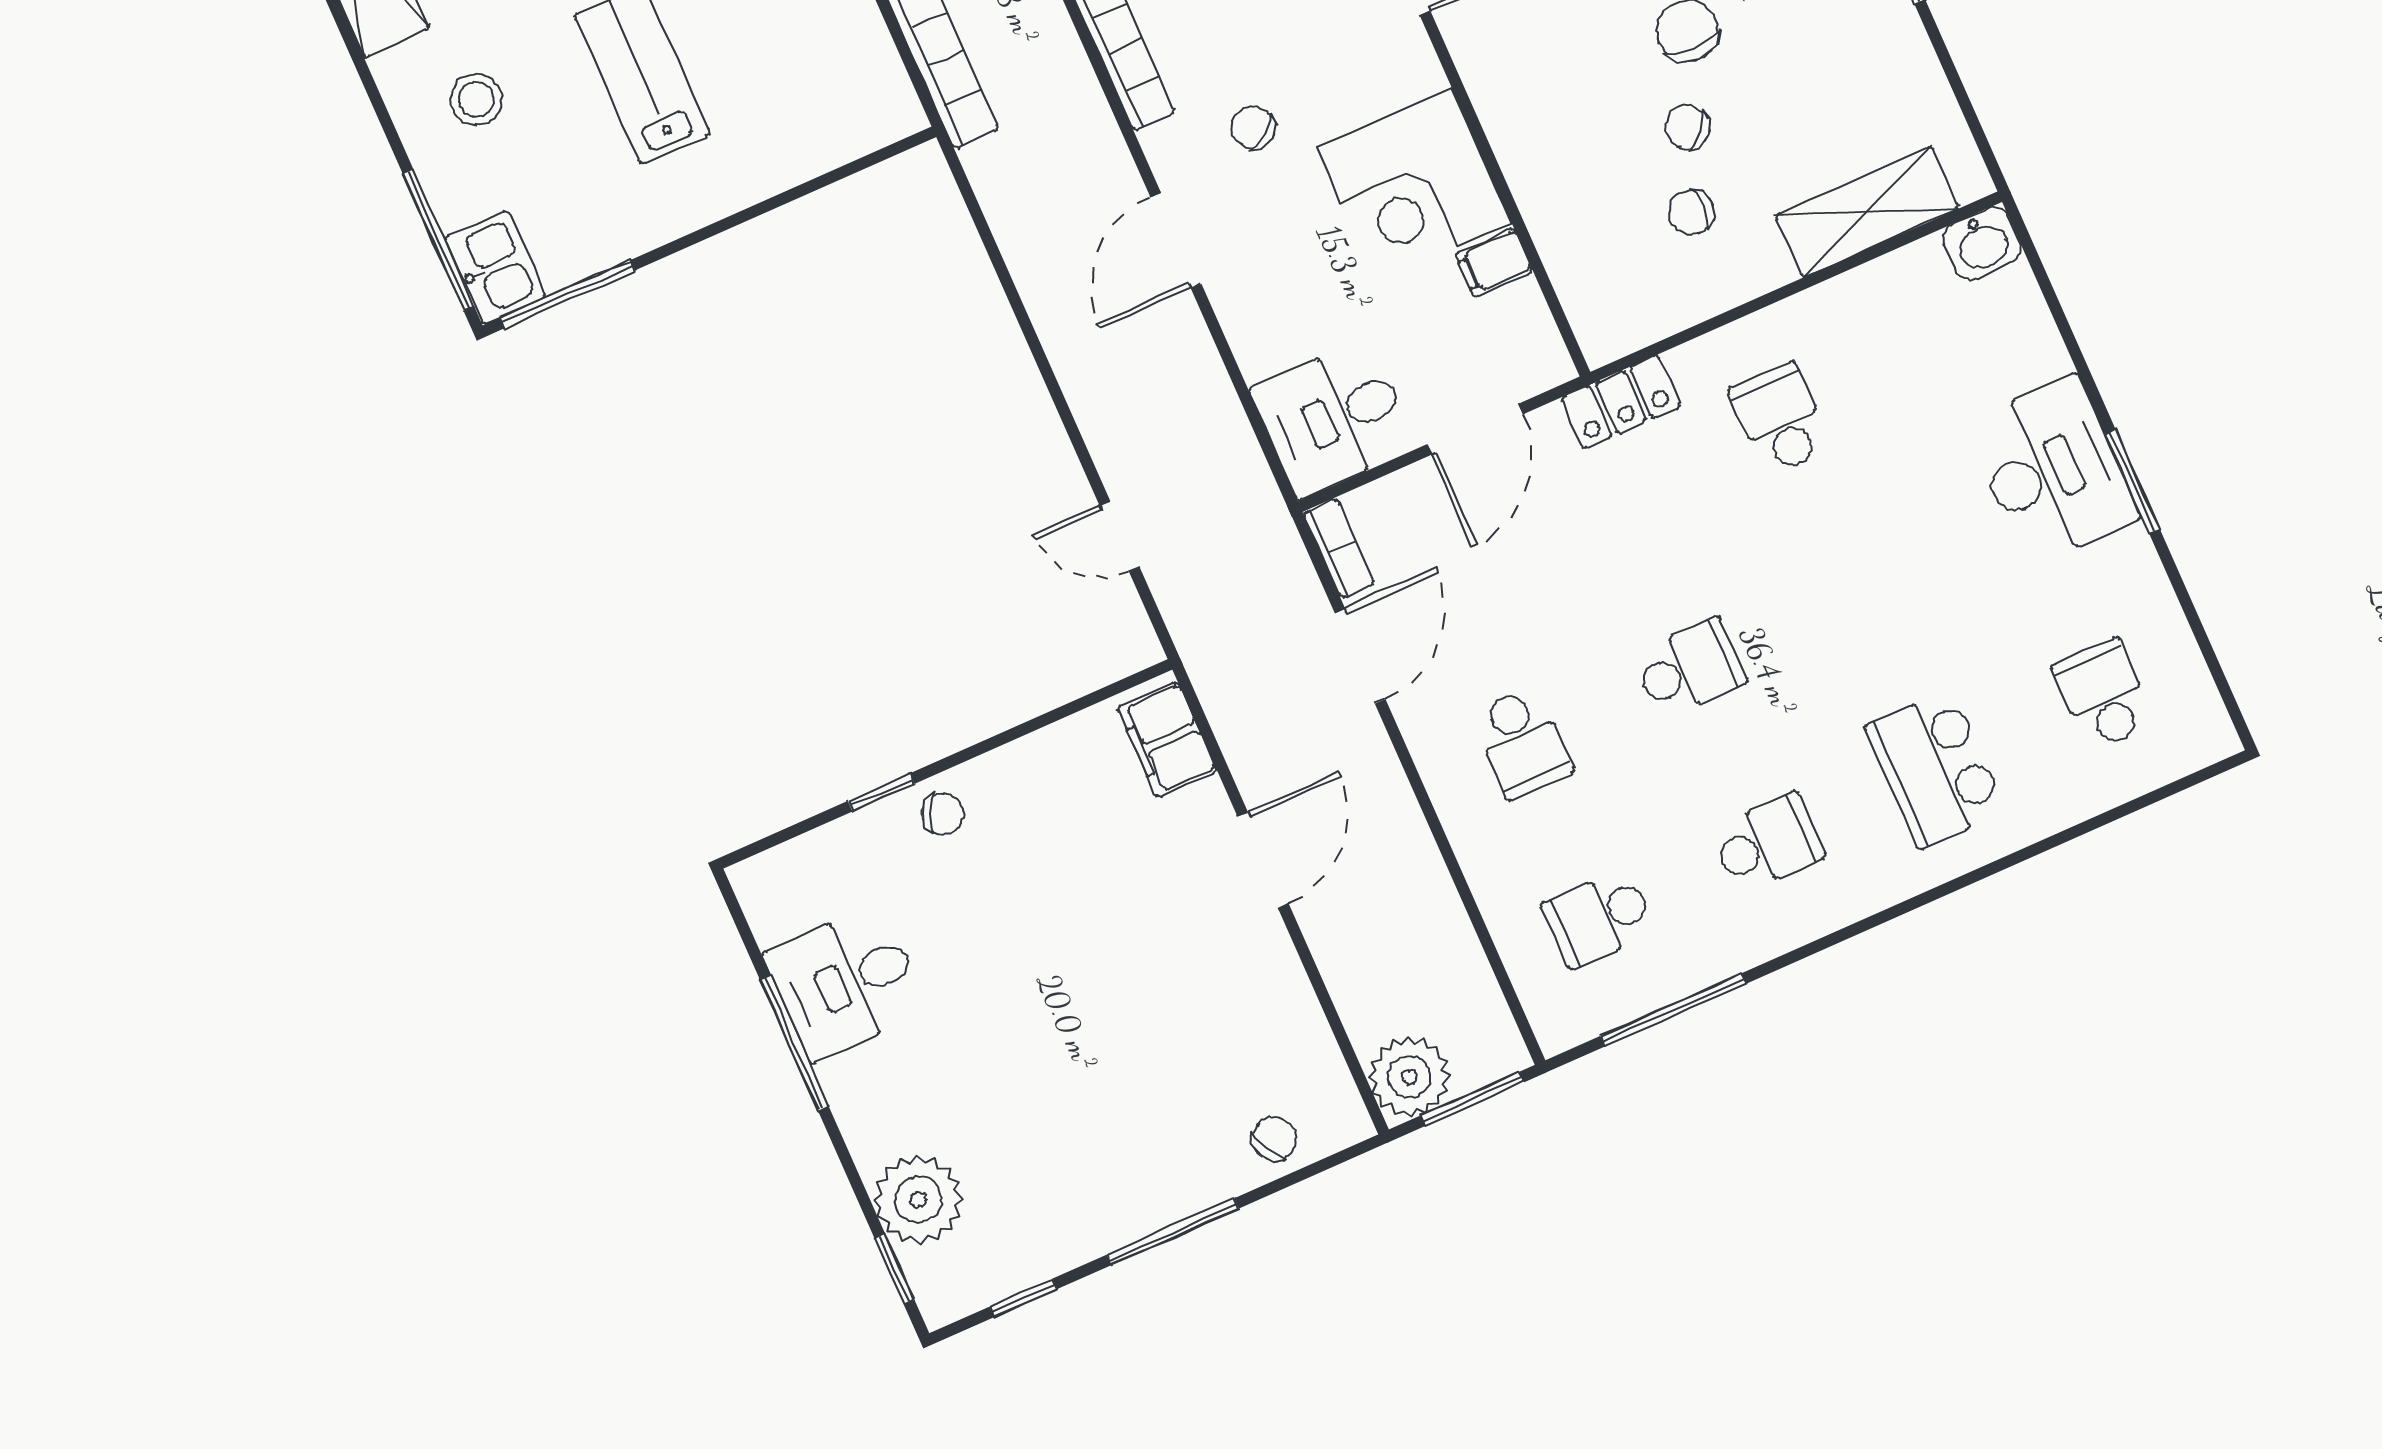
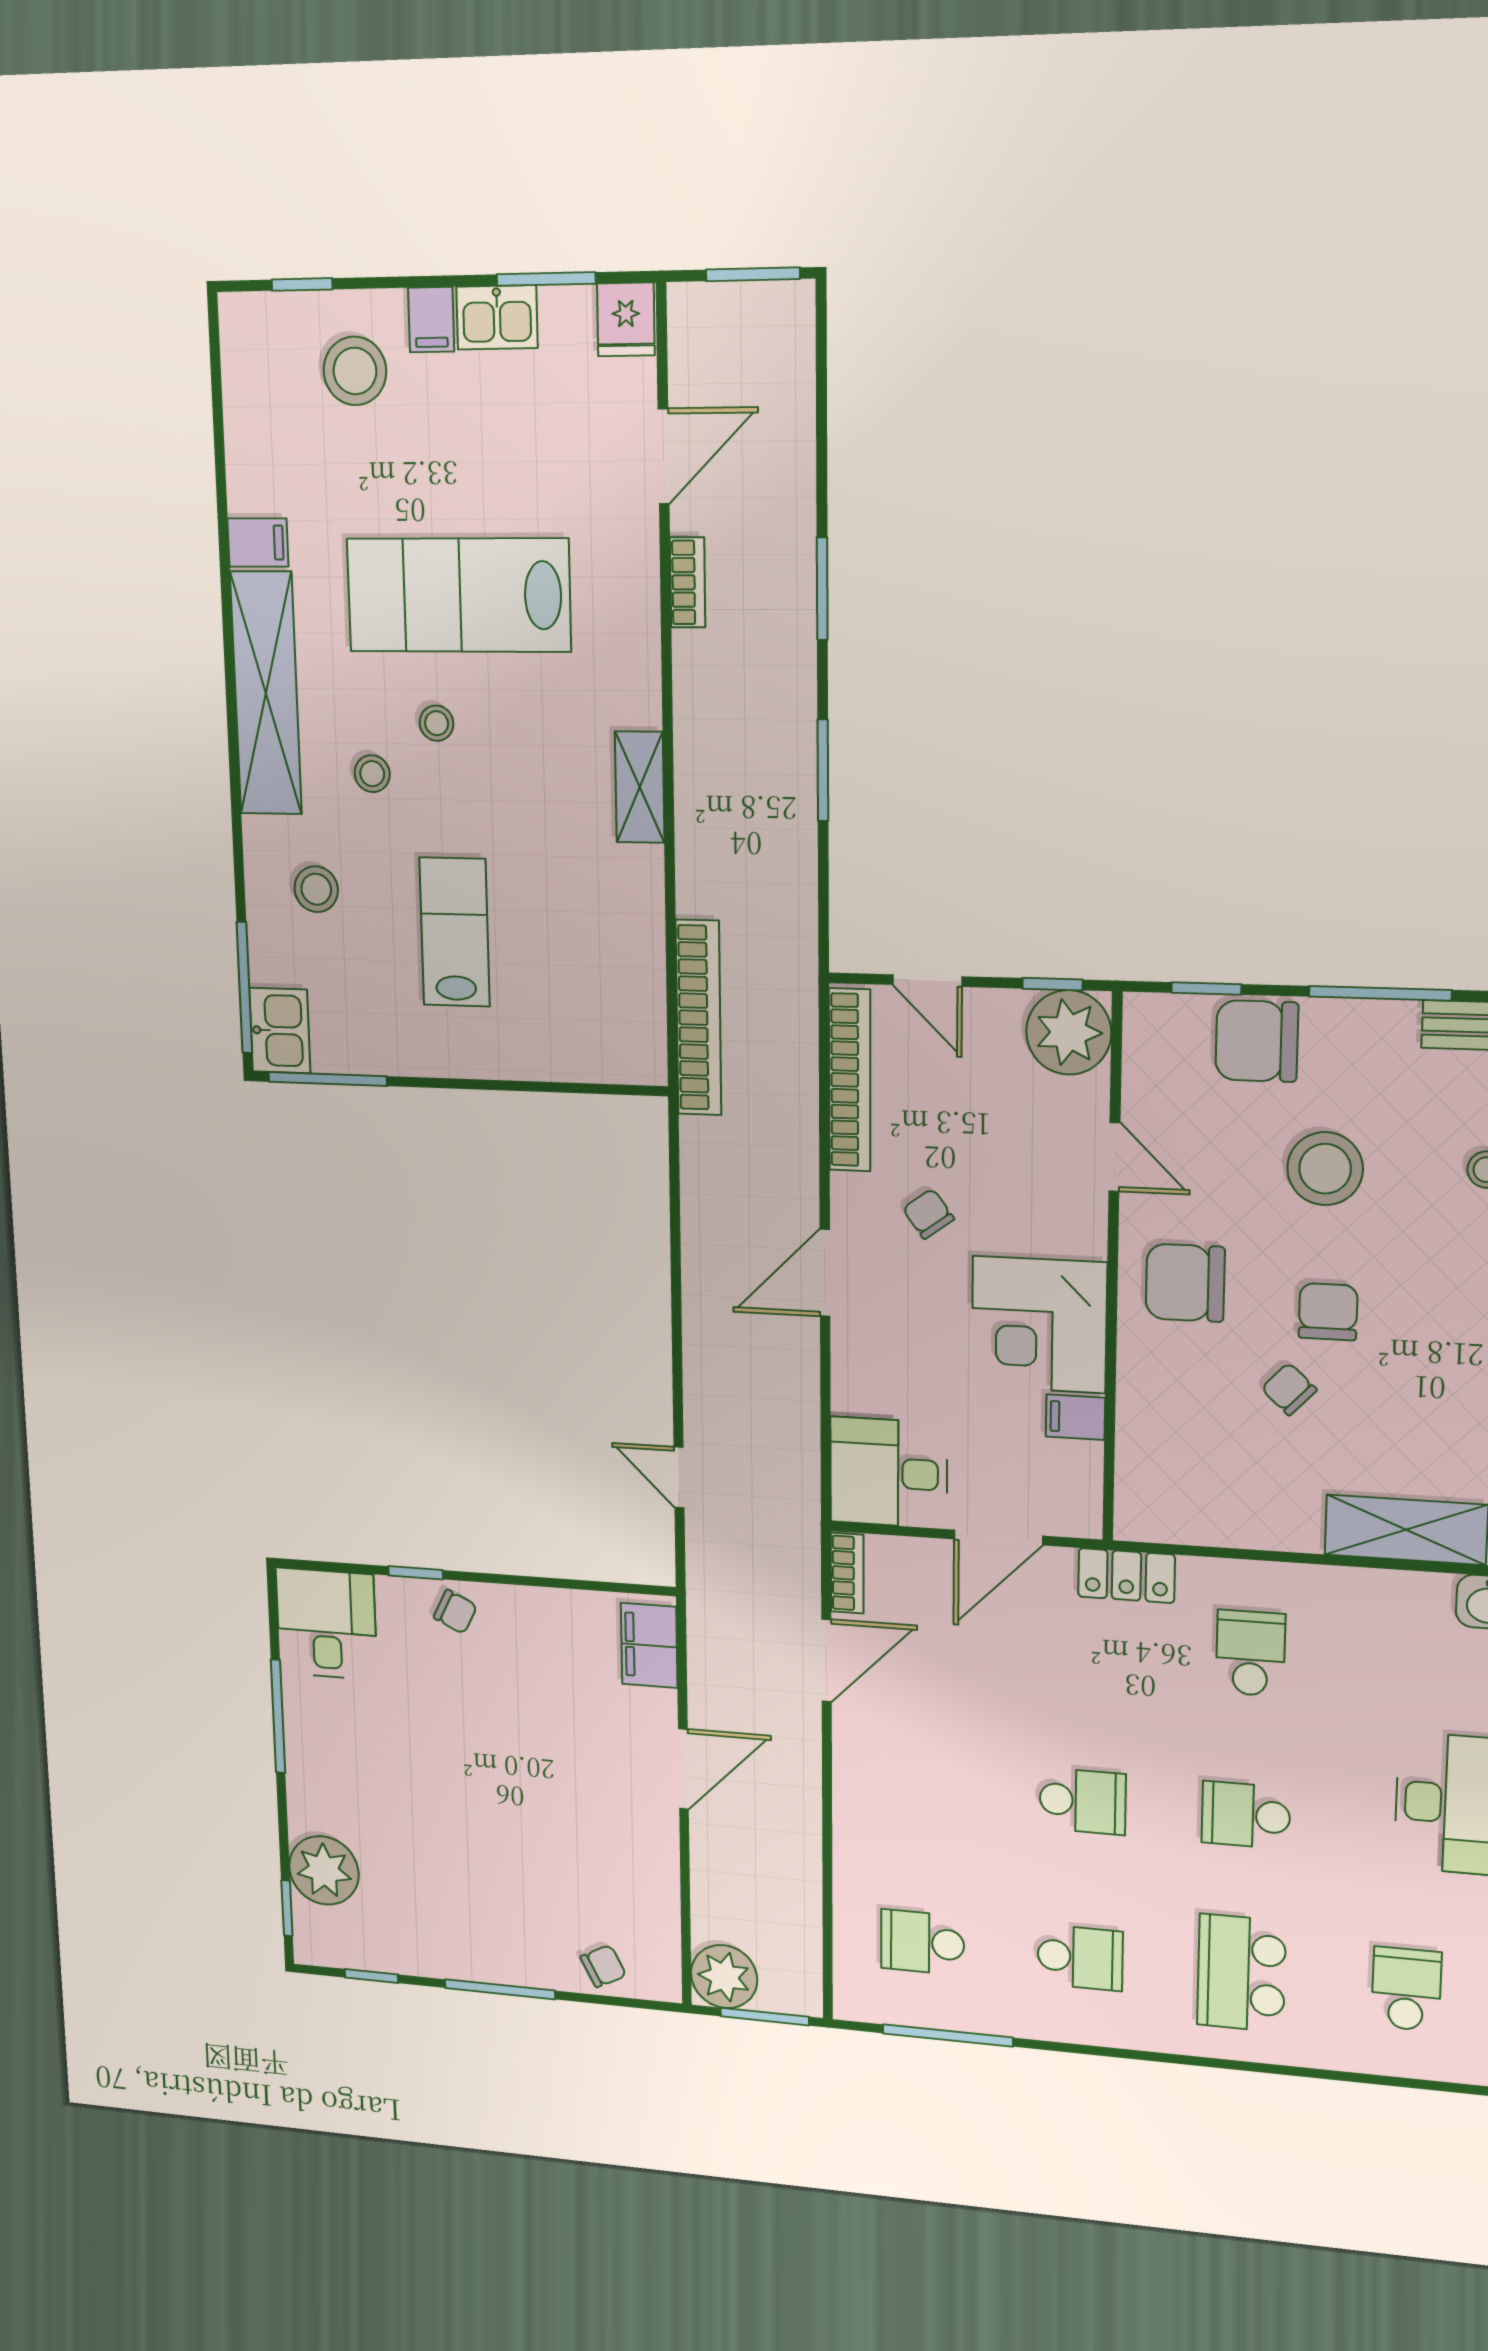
chair: (1691, 212) -> (1185, 1283), moved, width x1.87, depth x1.87
school desk: (1522, 743) -> (1246, 1815), moved, turned 90
desk: (846, 983) -> (326, 1624), moved, turned 90

